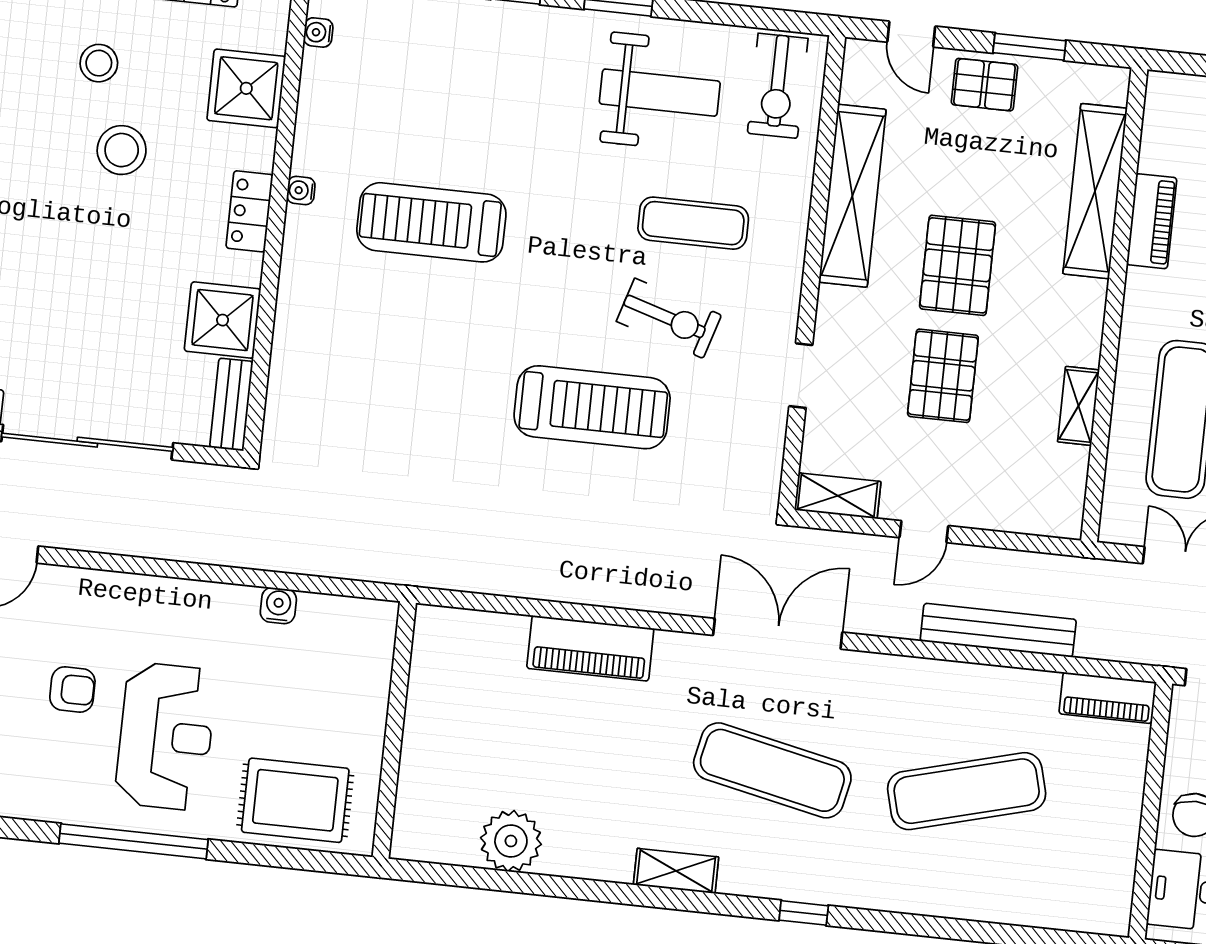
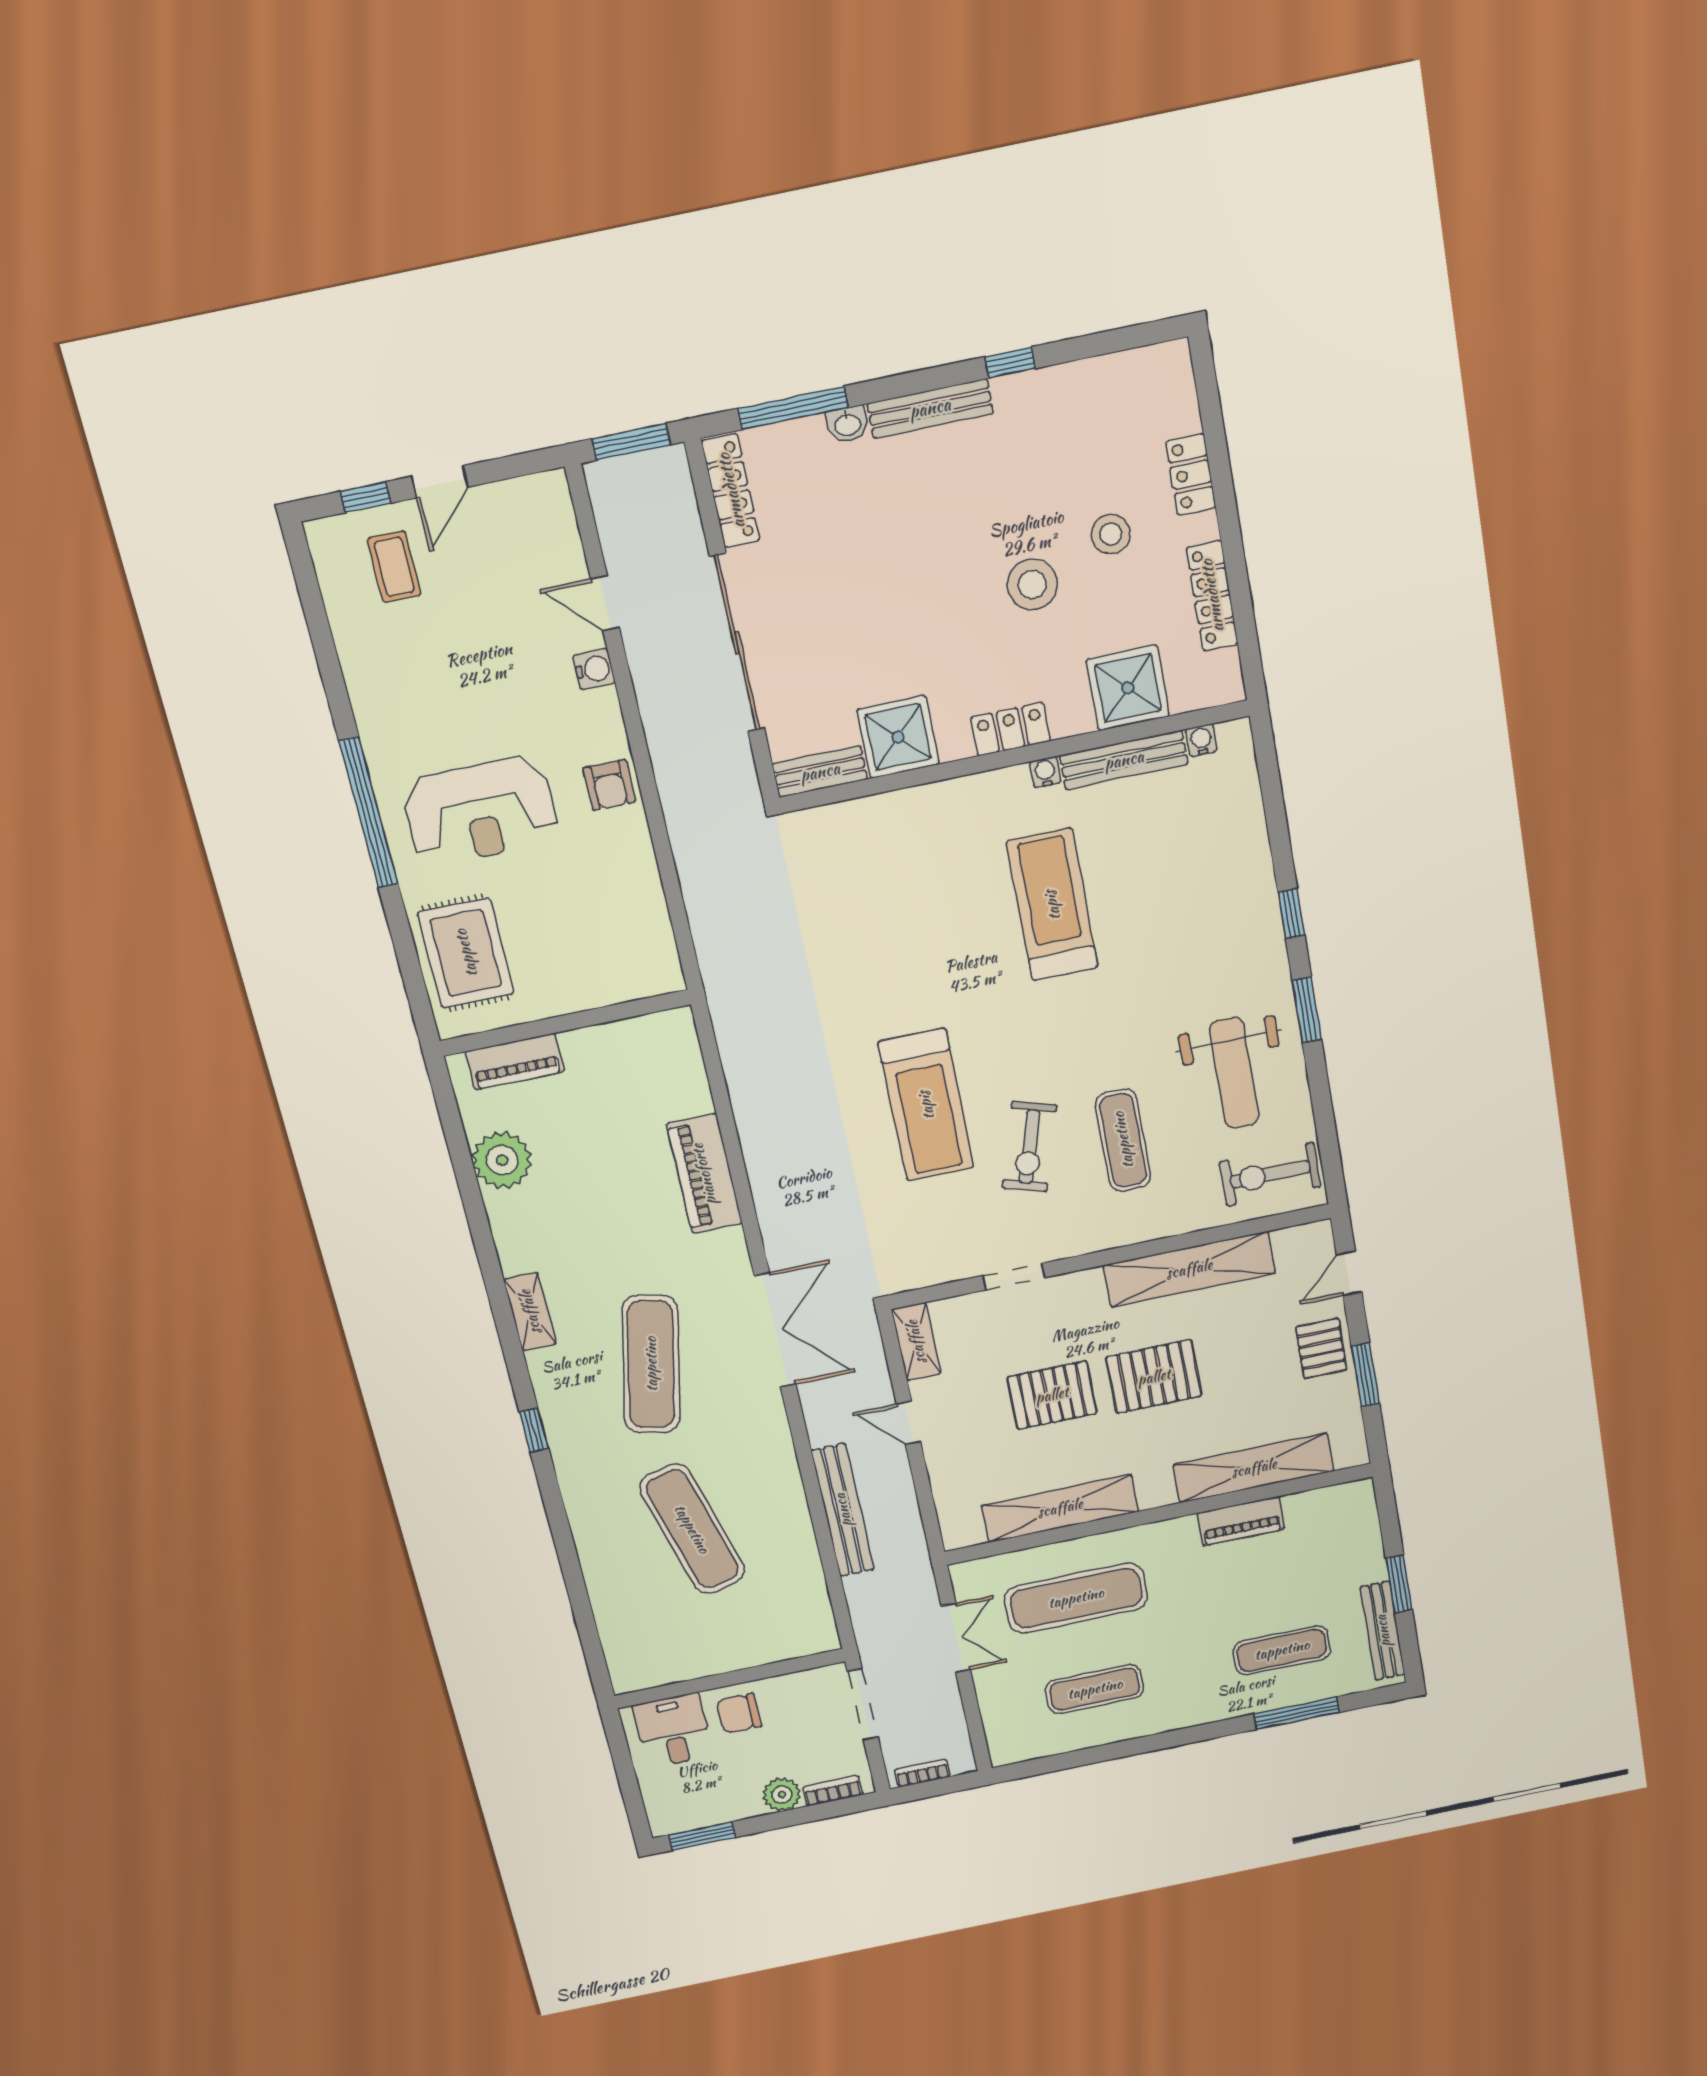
bench: (313, 112) -> (1124, 760), added
shelving: (1078, 406) -> (1060, 1508), width x2.20, depth x1.33
water cooler: (278, 606) -> (594, 669), moved
armchair: (72, 689) -> (609, 785), moved
piano: (1108, 698) -> (515, 1062), moved, turned -90

